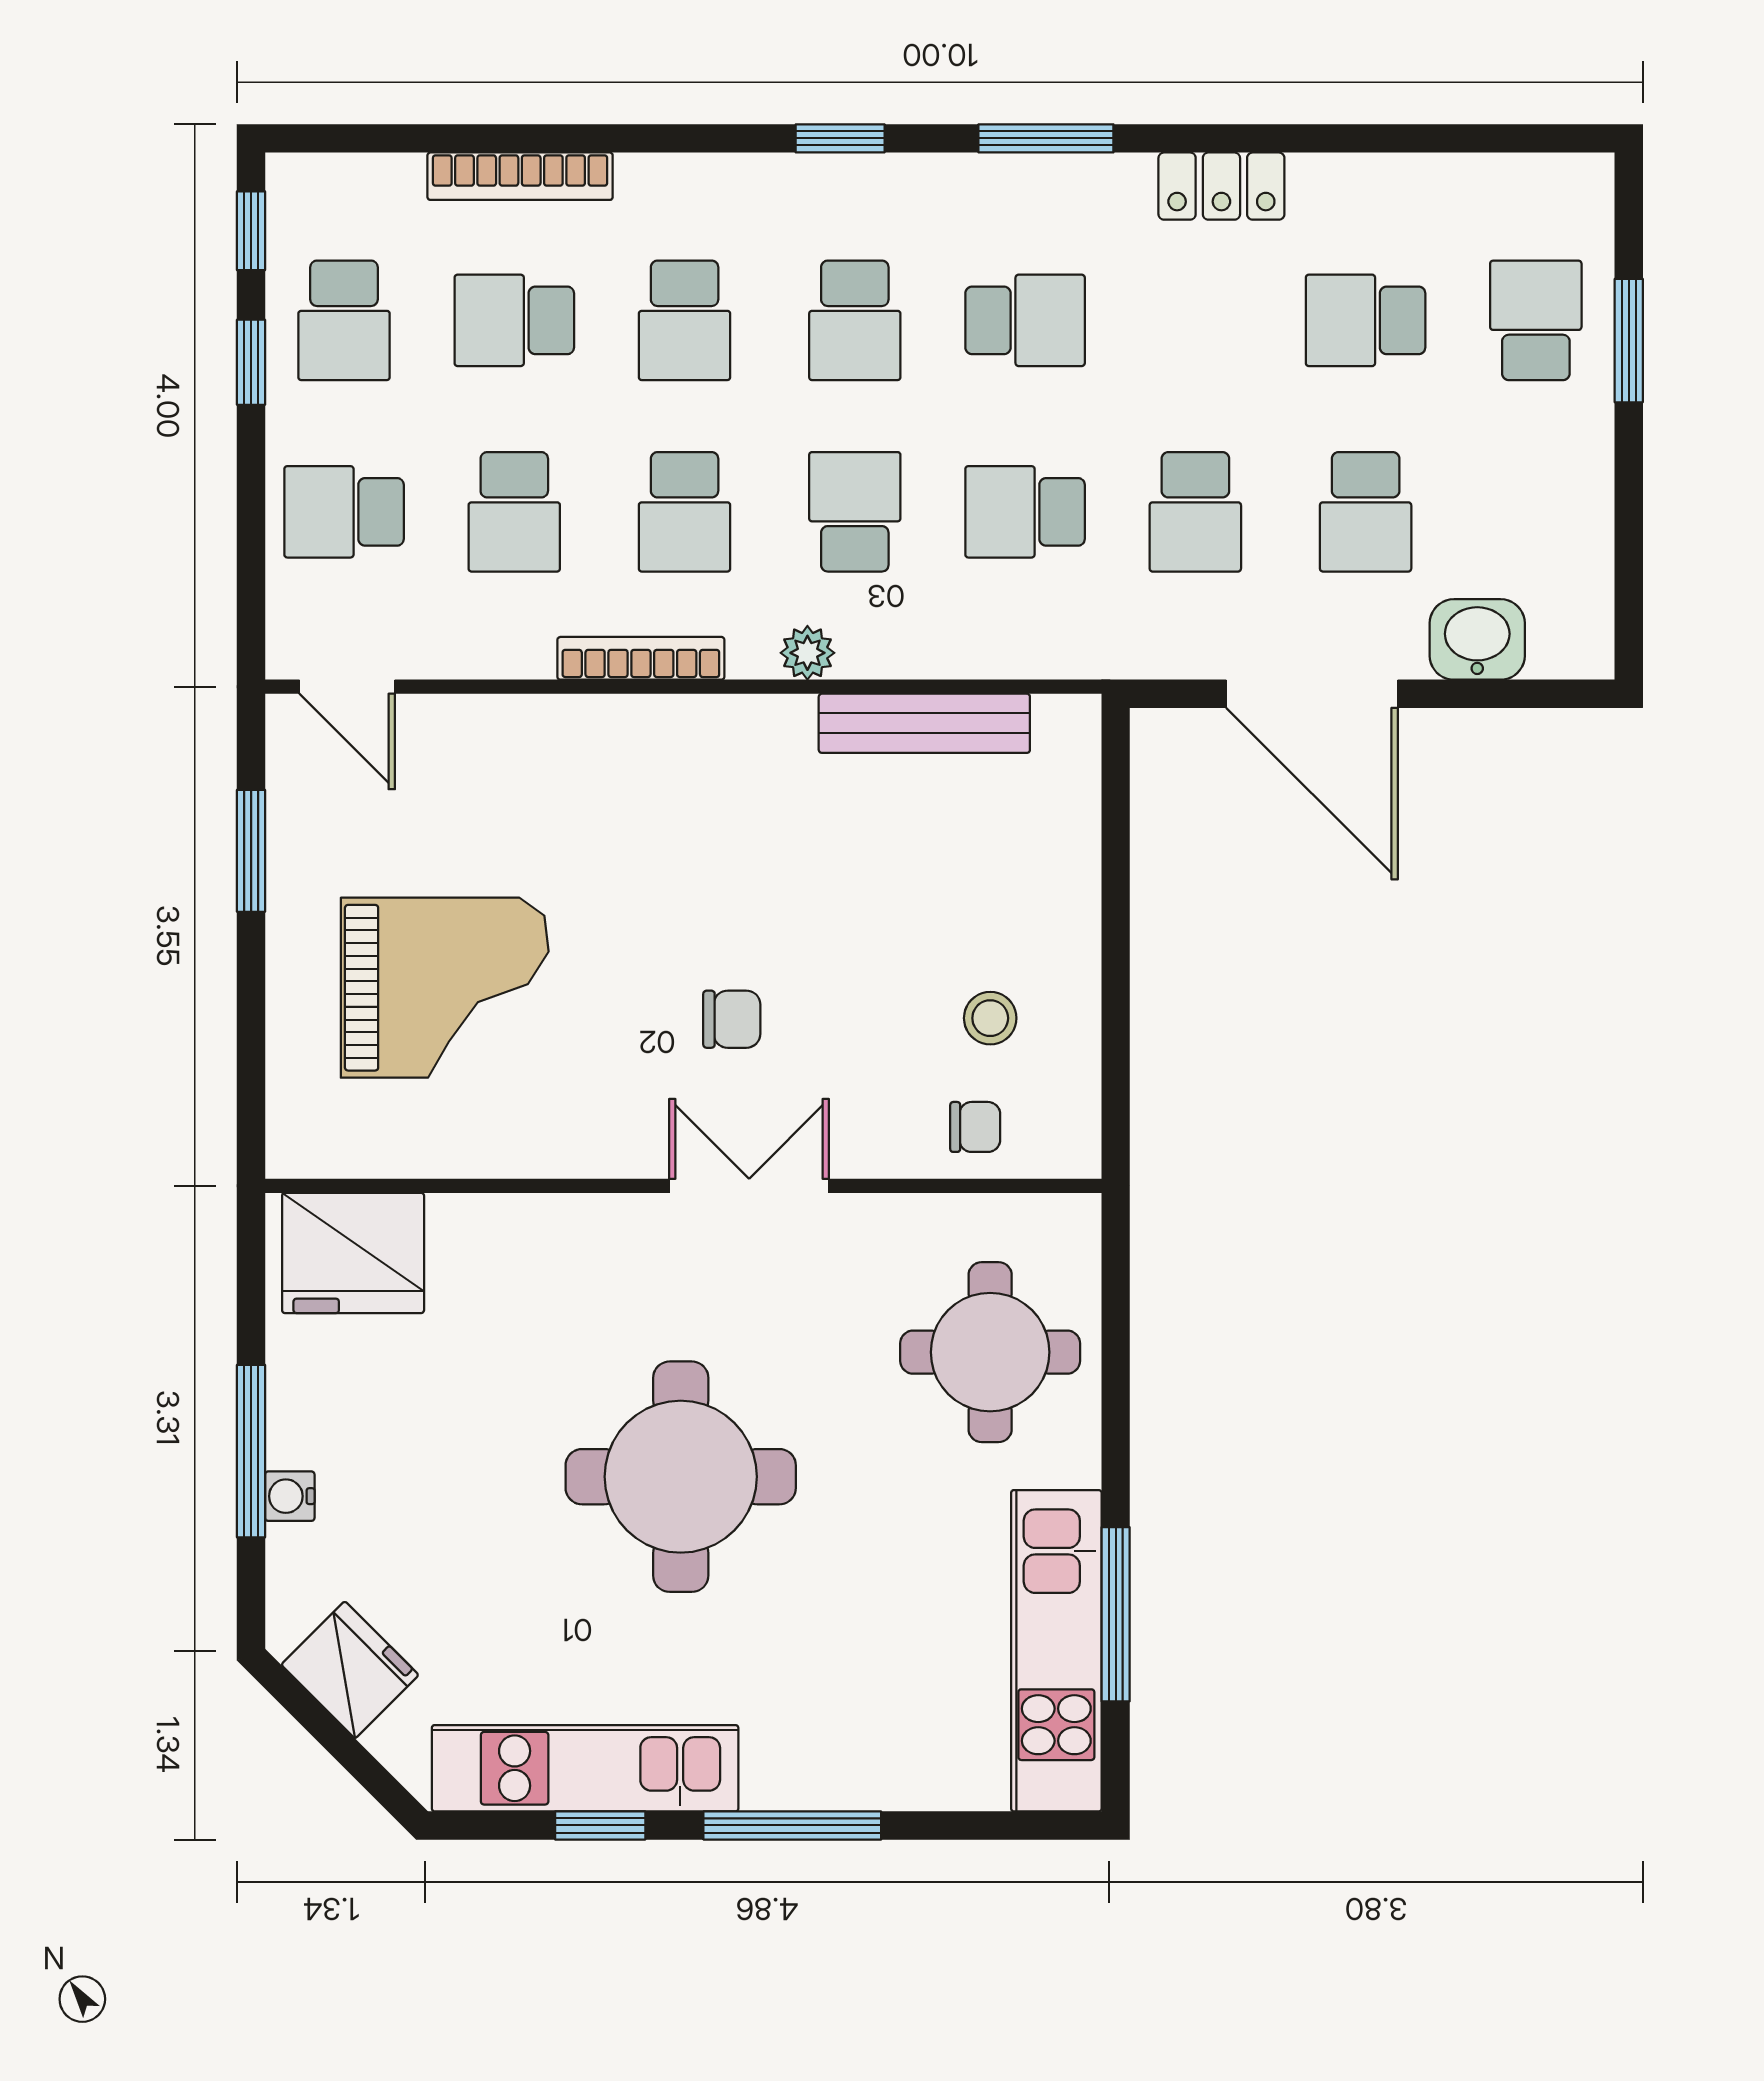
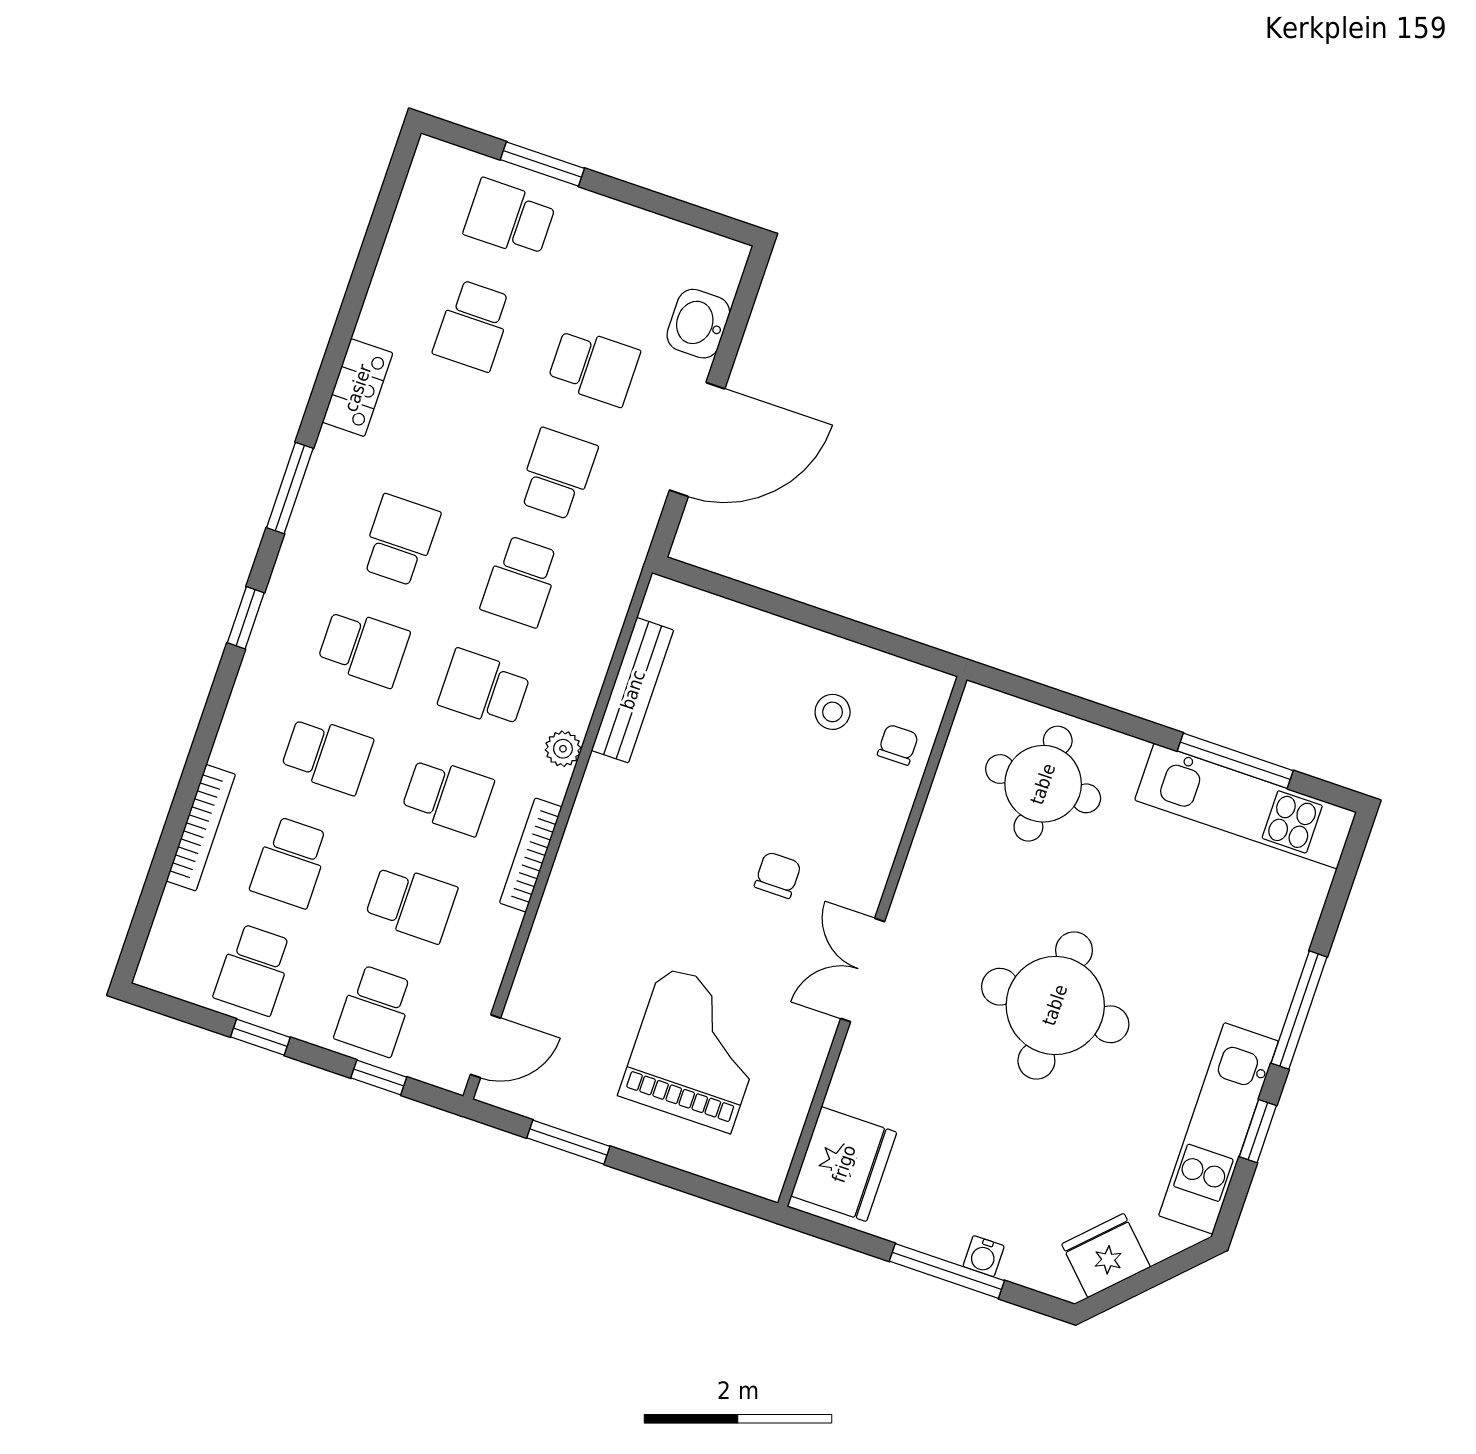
window: (251, 231) -> (379, 1078), moved
school desk: (344, 320) -> (254, 970), turned 90
school desk: (1195, 512) -> (557, 474), turned -90
double door: (749, 1186) -> (863, 970), moved

